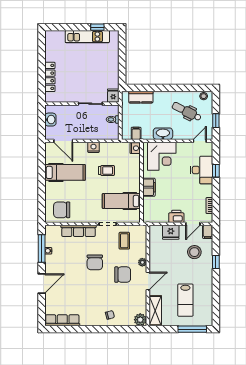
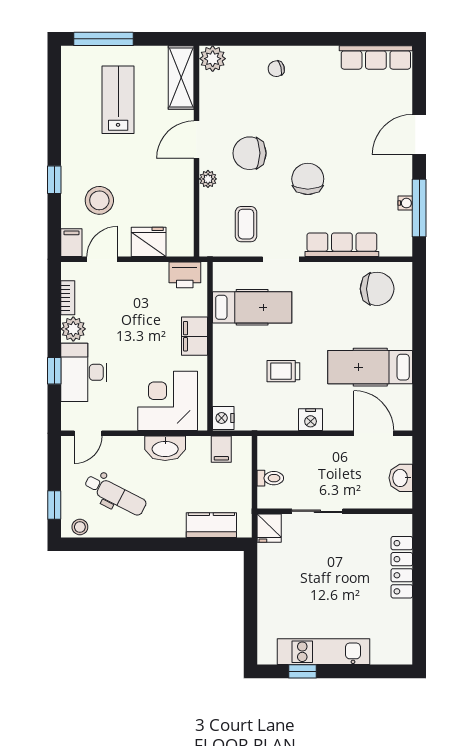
window: (216, 121) -> (54, 505), moved
plant: (207, 191) -> (73, 329), added
printer: (176, 216) -> (185, 275), moved

